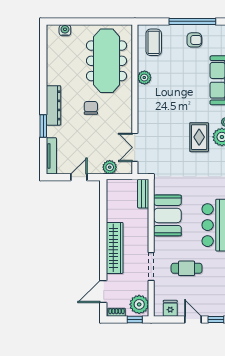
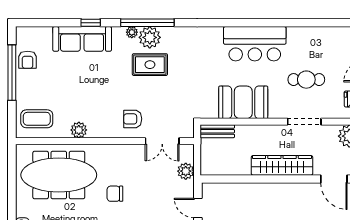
armchair: (194, 40) -> (28, 60), moved, turned 180
armchair: (154, 123) -> (133, 119), added
cafe table: (187, 268) -> (306, 80), turned 90

